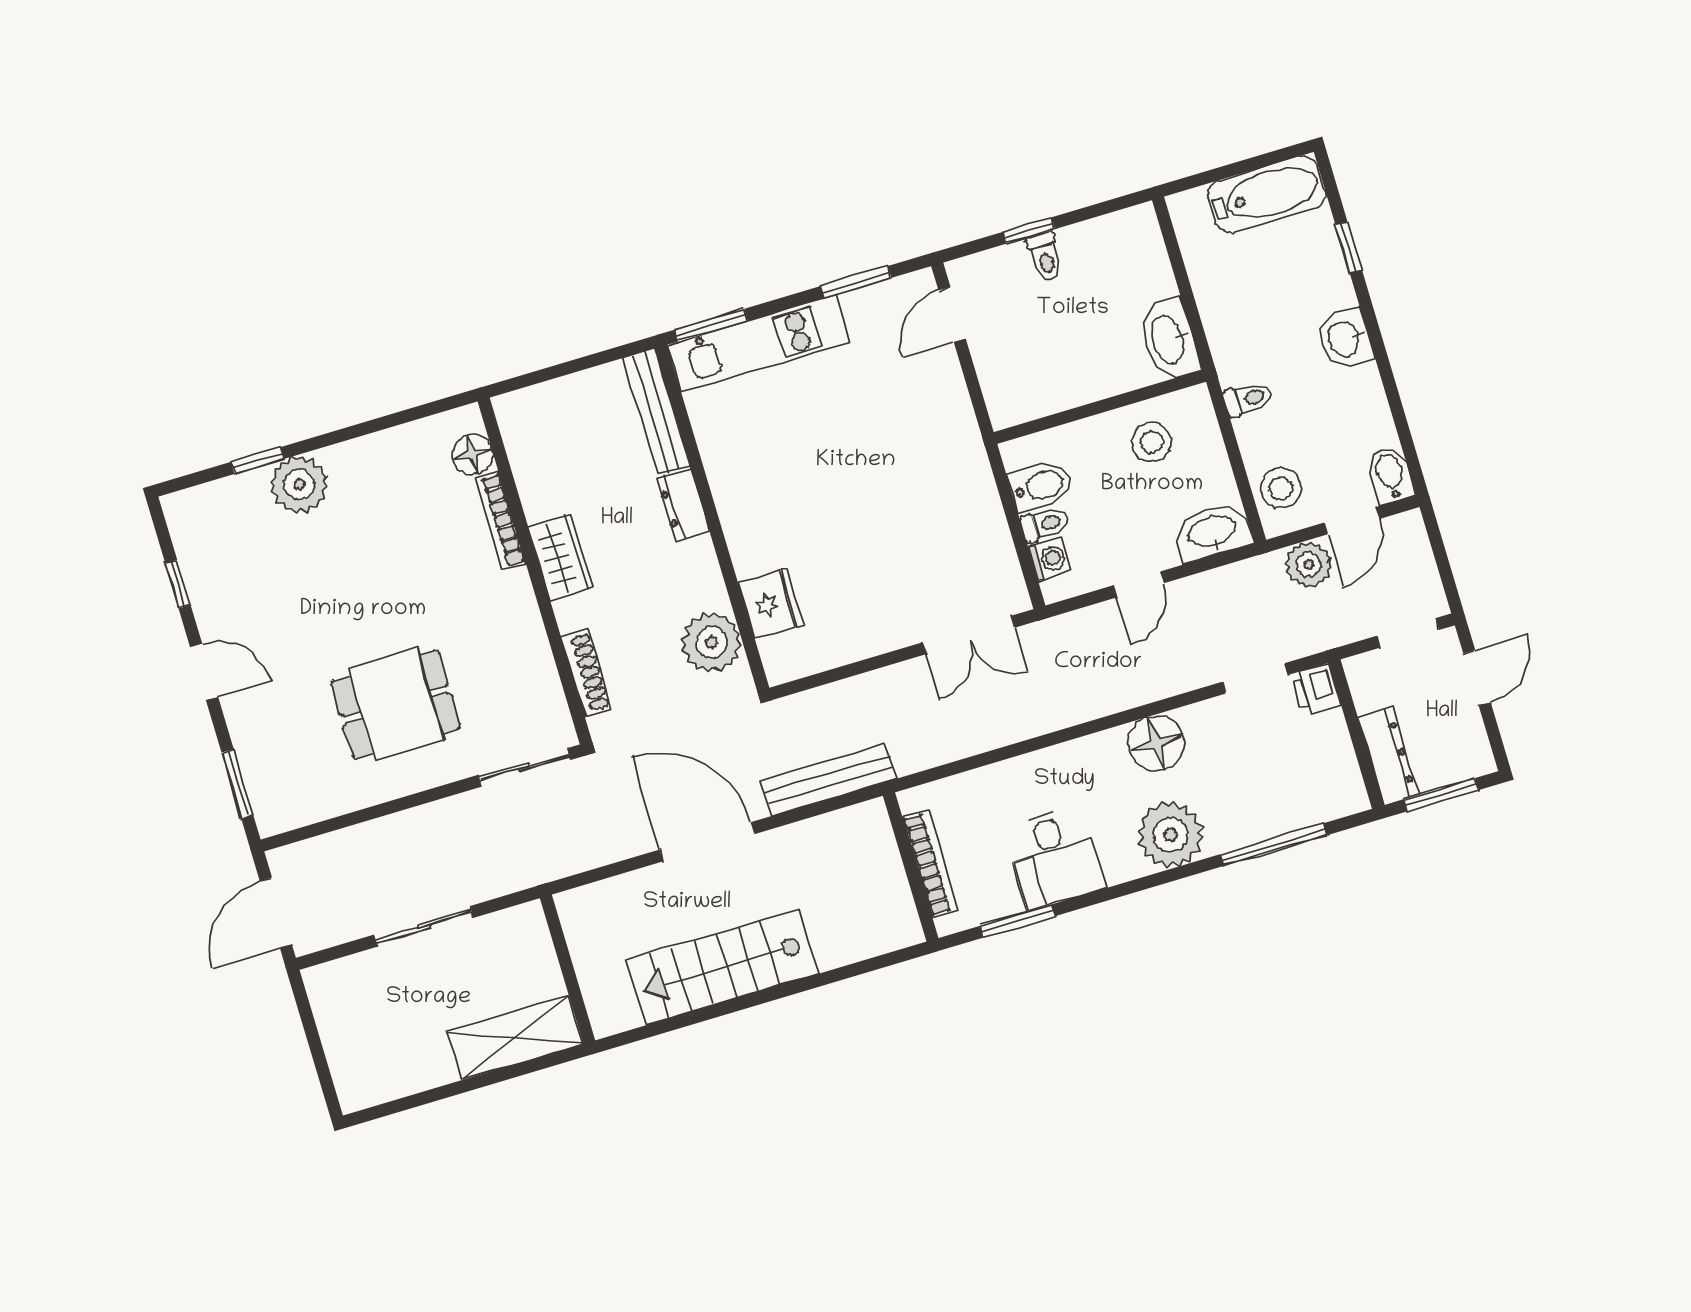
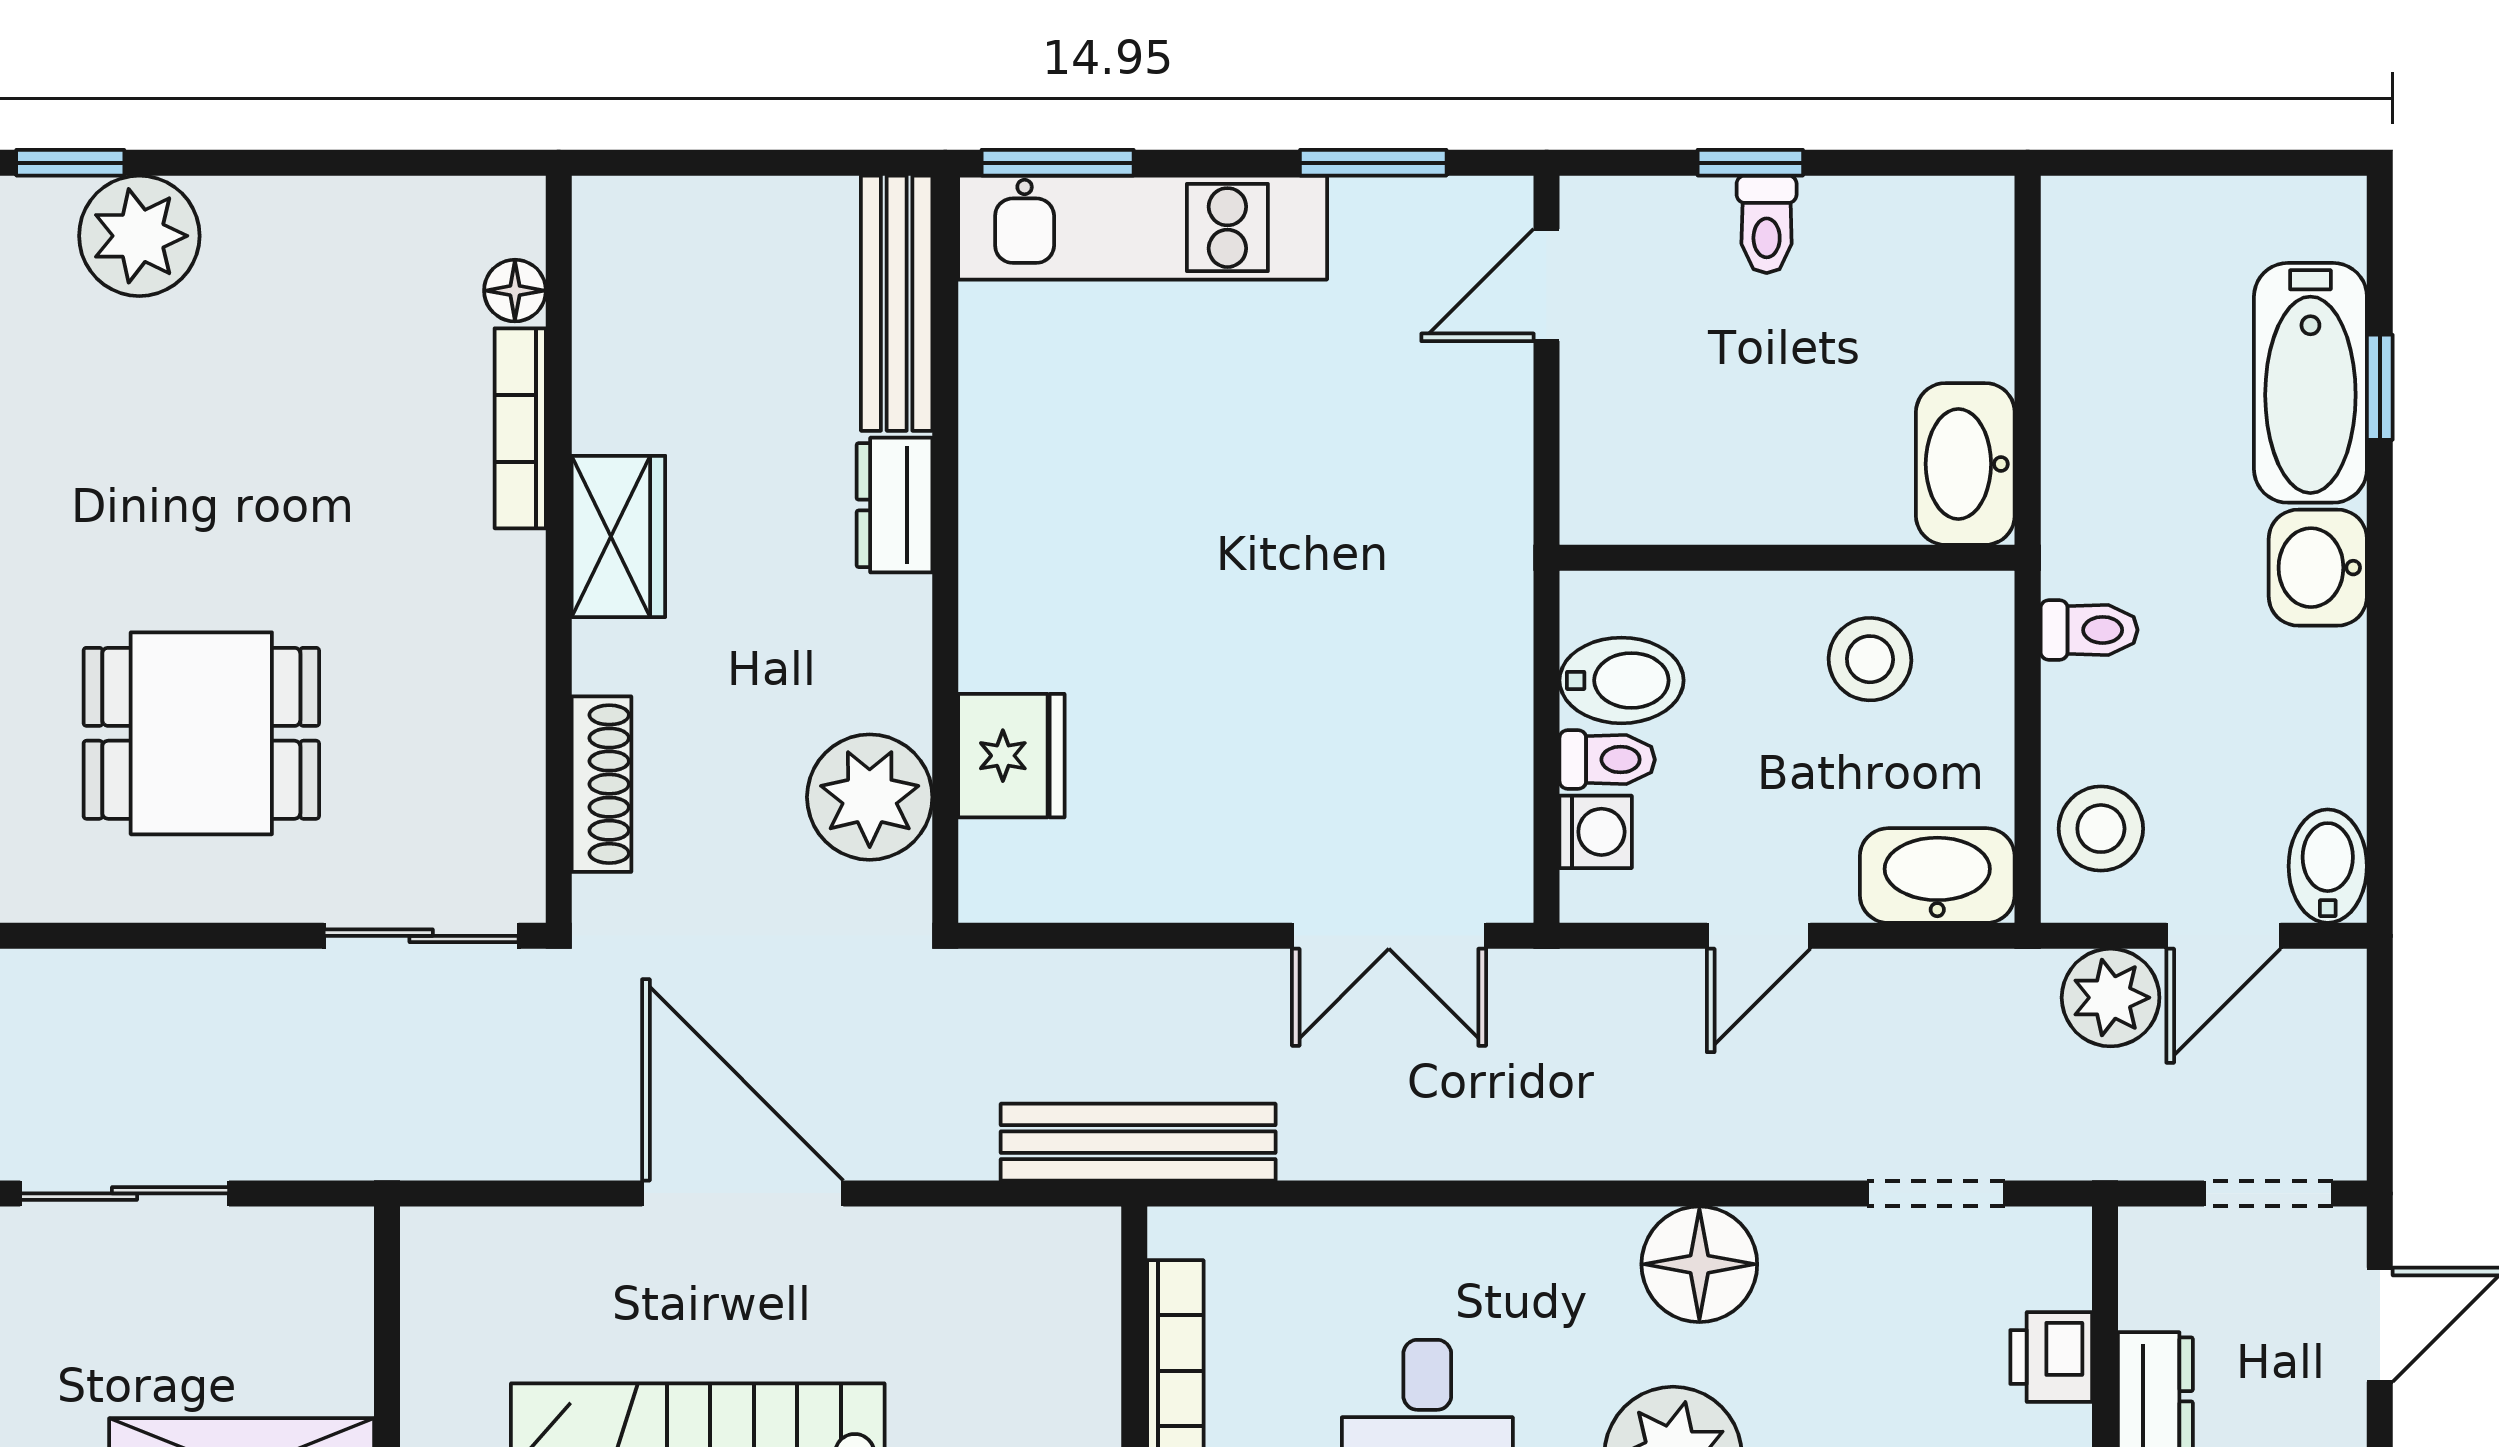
bathtub: (1266, 194) -> (2310, 383), moved, turned 90
floor lamp: (472, 455) -> (515, 291), width x0.73, depth x0.73
printer: (1316, 689) -> (2051, 1357), moved
bench: (829, 780) -> (1138, 1142), moved

